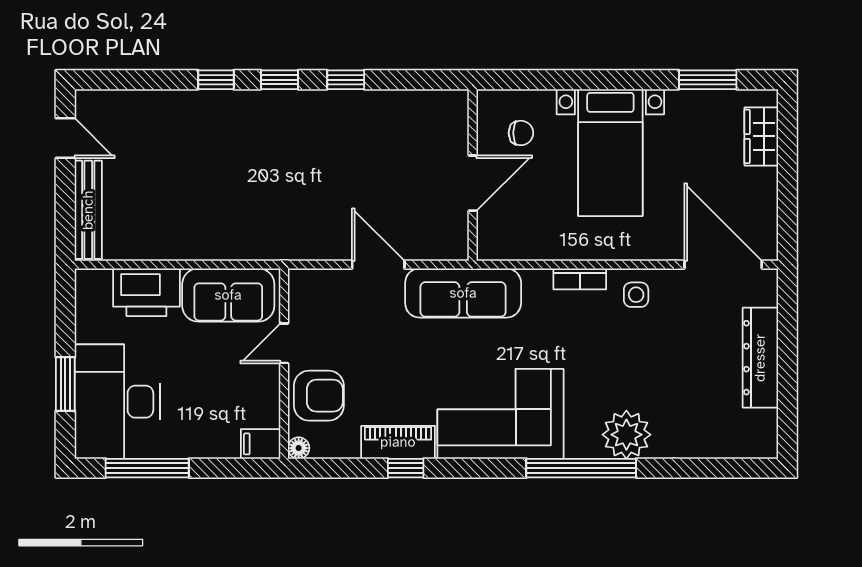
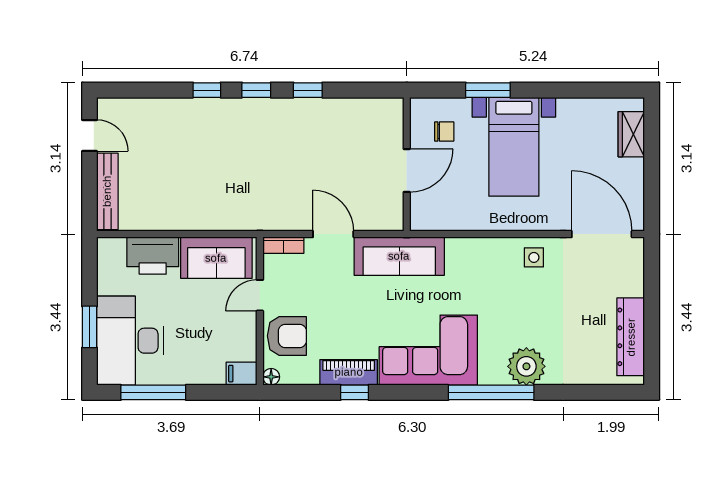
window: (708, 80) -> (488, 90), moved
bookcase: (580, 279) -> (283, 245), moved
dresser: (760, 358) -> (631, 337), moved

